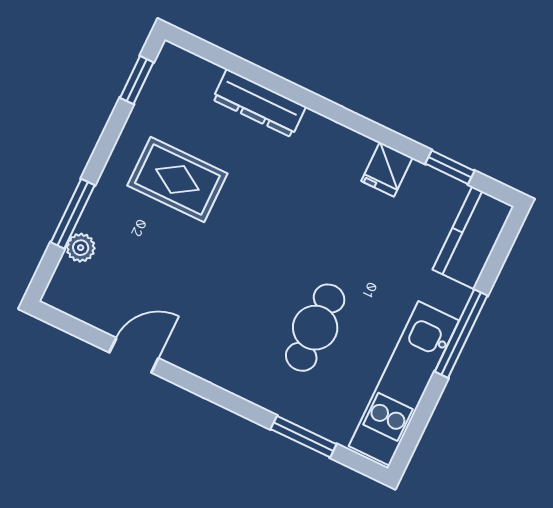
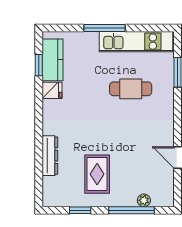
window: (137, 80) -> (80, 210), moved
window: (73, 214) -> (132, 210), width x1.44
kitchen counter: (473, 238) -> (53, 60), moved, turned -90

